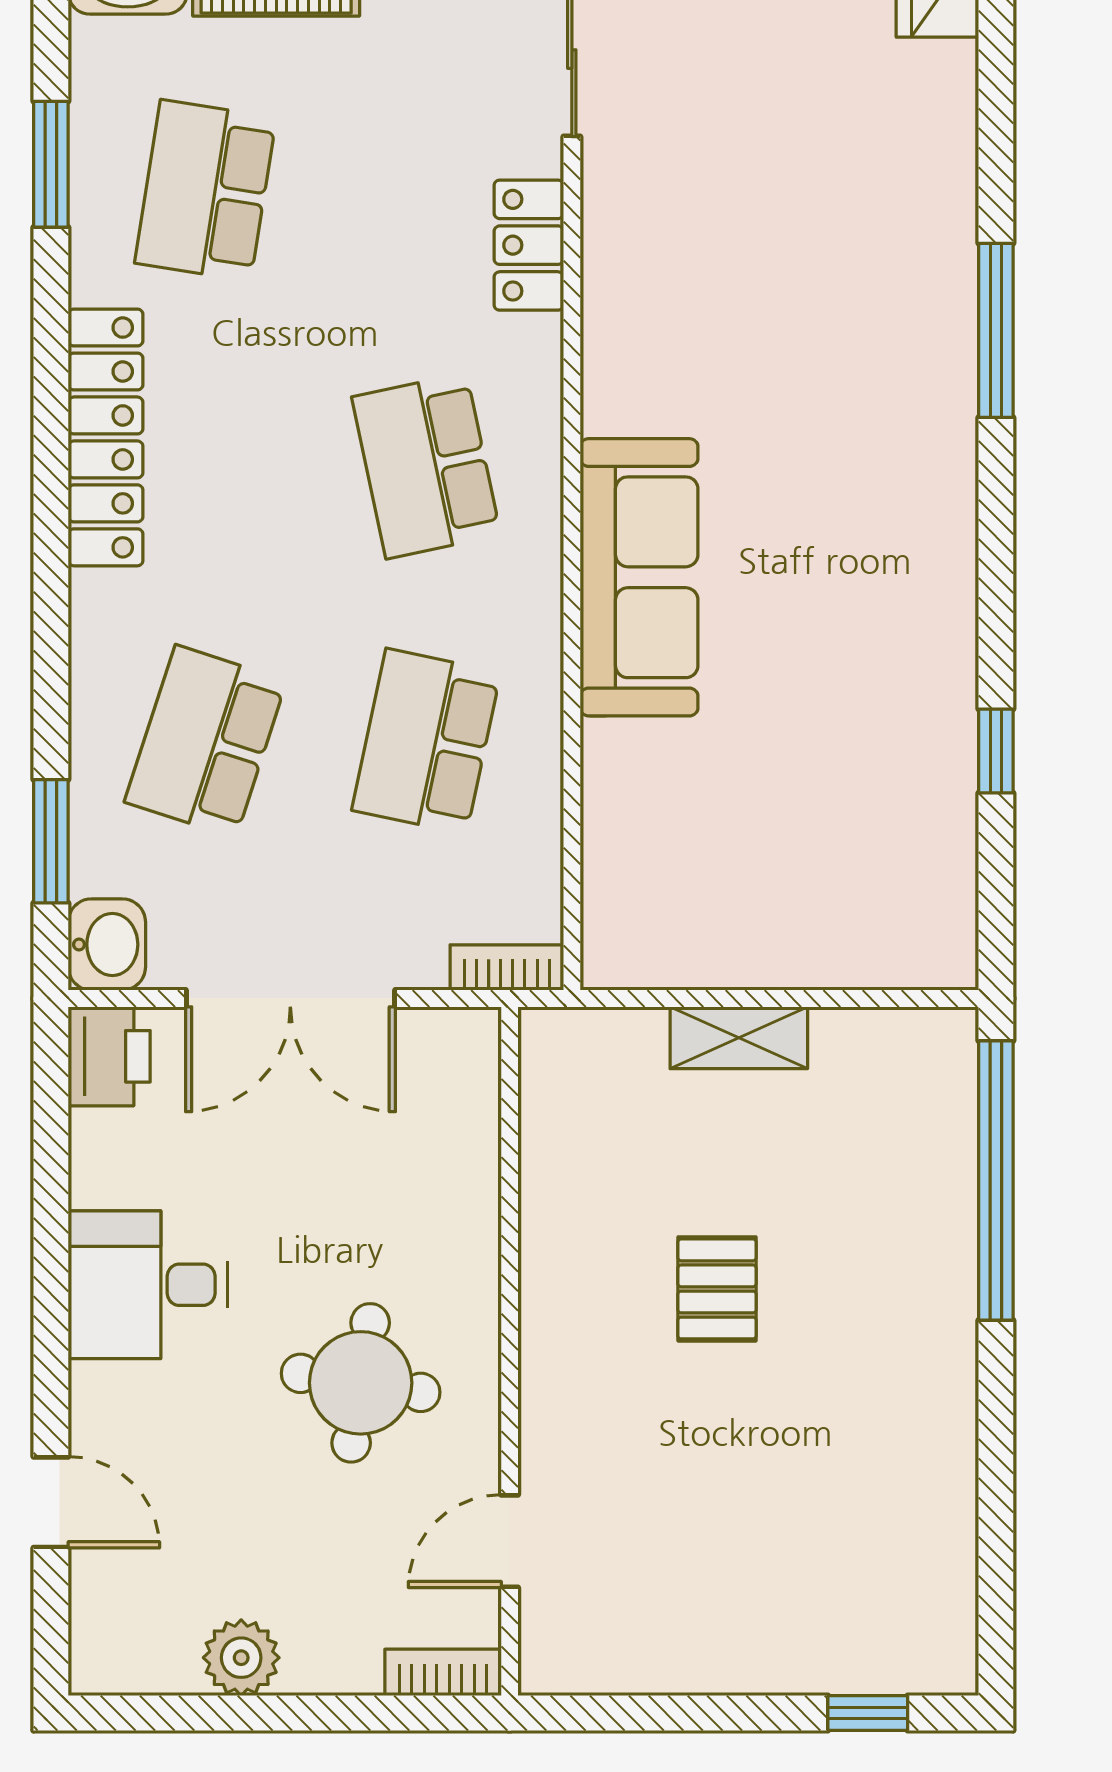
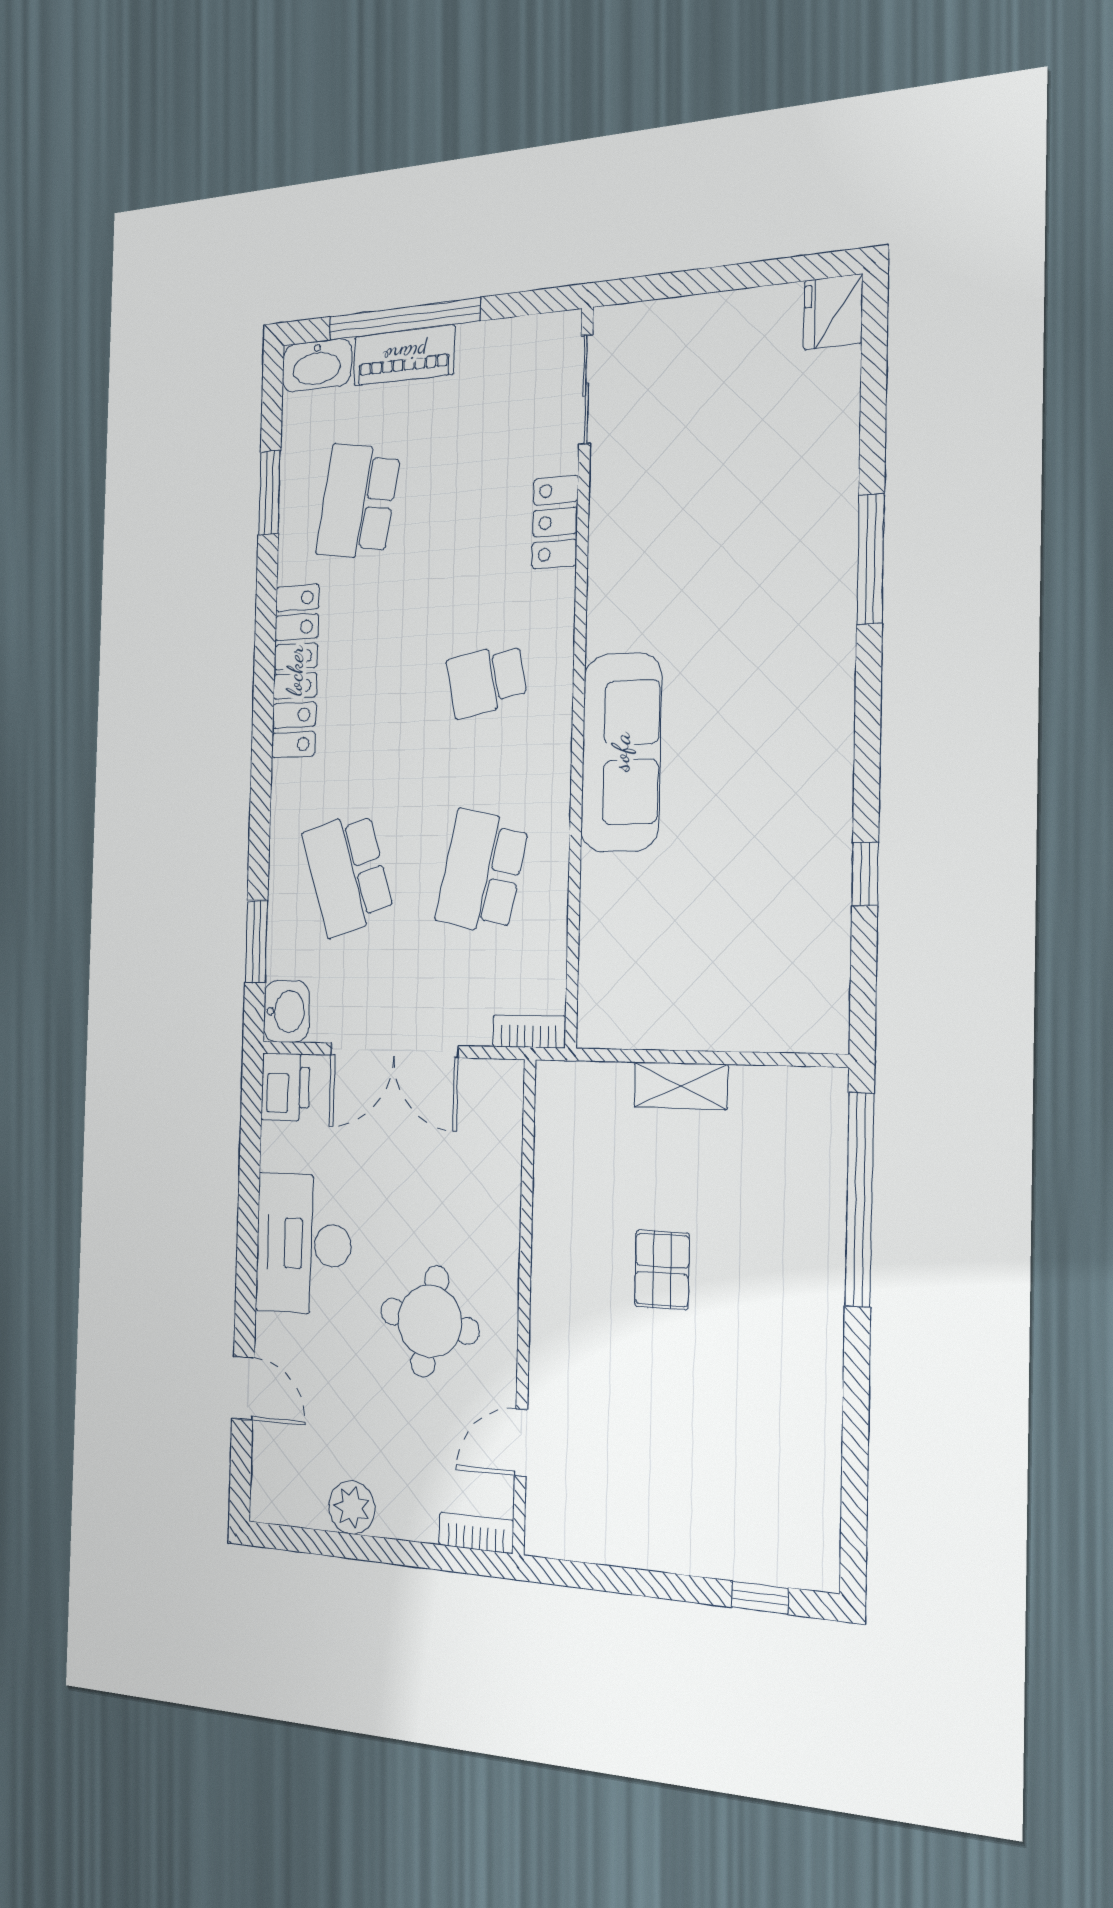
school desk: (426, 466) -> (487, 680), width x0.54
school desk: (206, 741) -> (348, 874), turned -36
desk: (148, 1285) -> (304, 1244), width x1.37

